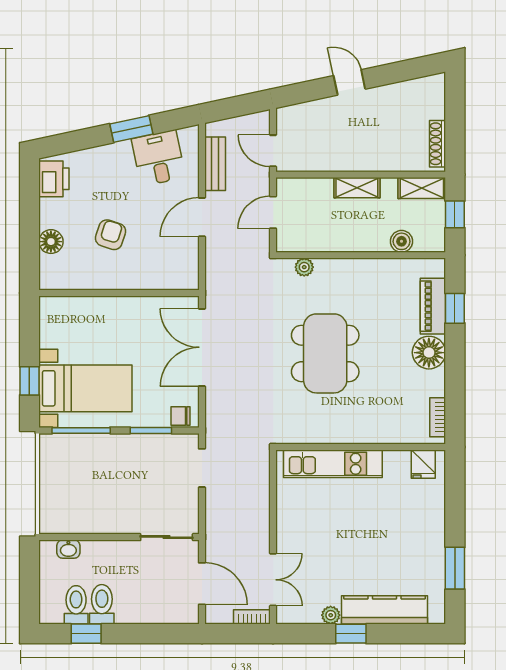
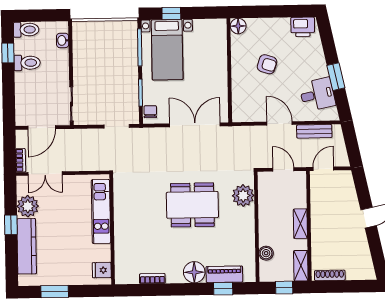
floor lamp: (51, 242) -> (238, 26), moved
plant: (304, 267) -> (243, 196), width x1.88, depth x1.88
wall: (361, 447) -> (112, 229), moved
kitchen unit: (333, 464) -> (101, 212), moved
fridge: (423, 464) -> (102, 270), moved
toilet: (76, 605) -> (26, 30), moved
plant: (331, 615) -> (28, 206), width x1.88, depth x1.88

